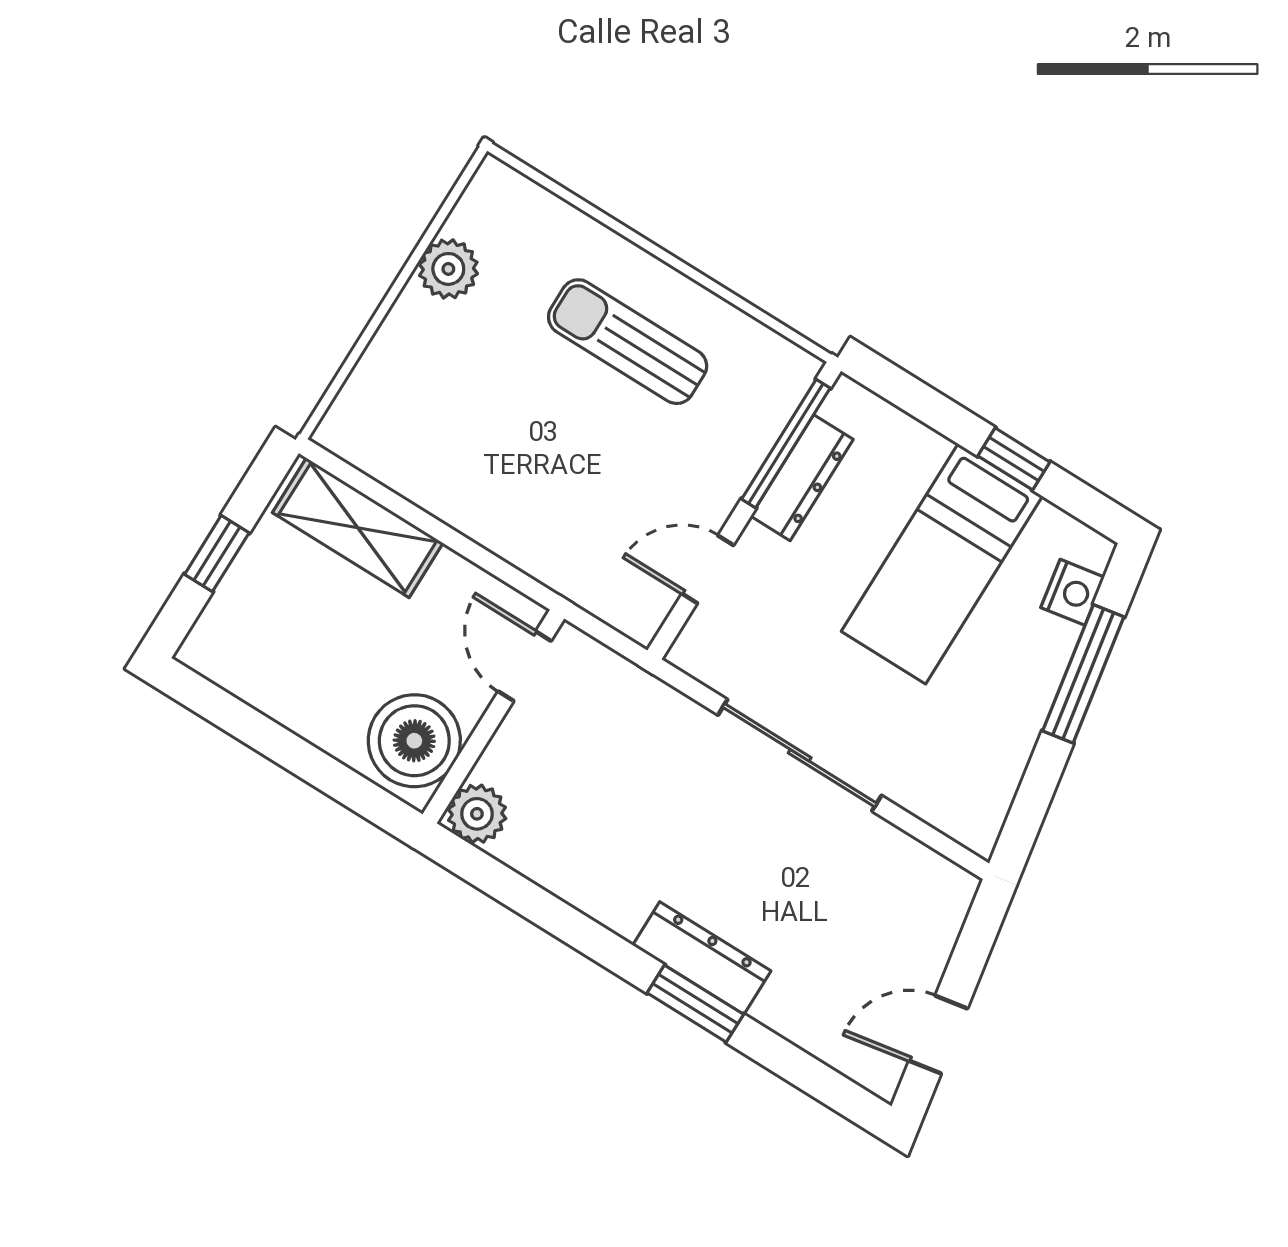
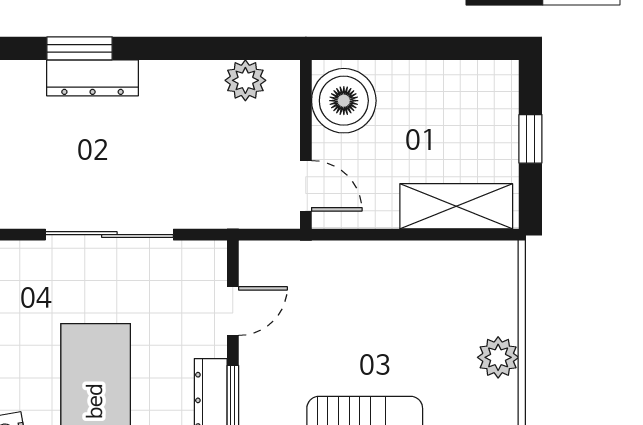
plant: (448, 269) -> (498, 357), moved
plant: (477, 814) -> (245, 80), moved

